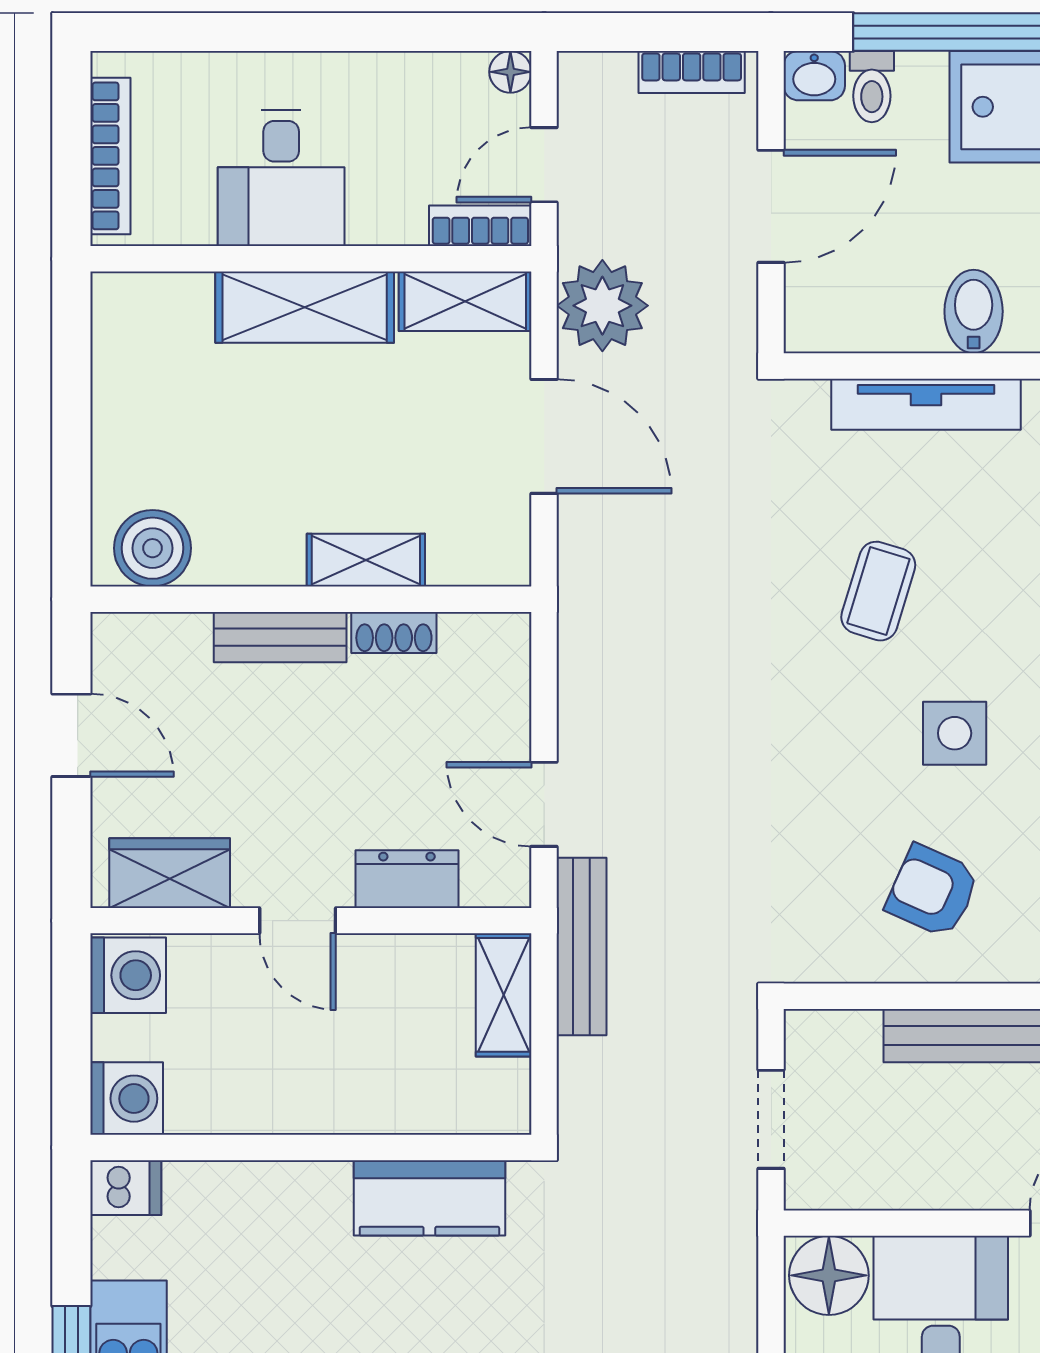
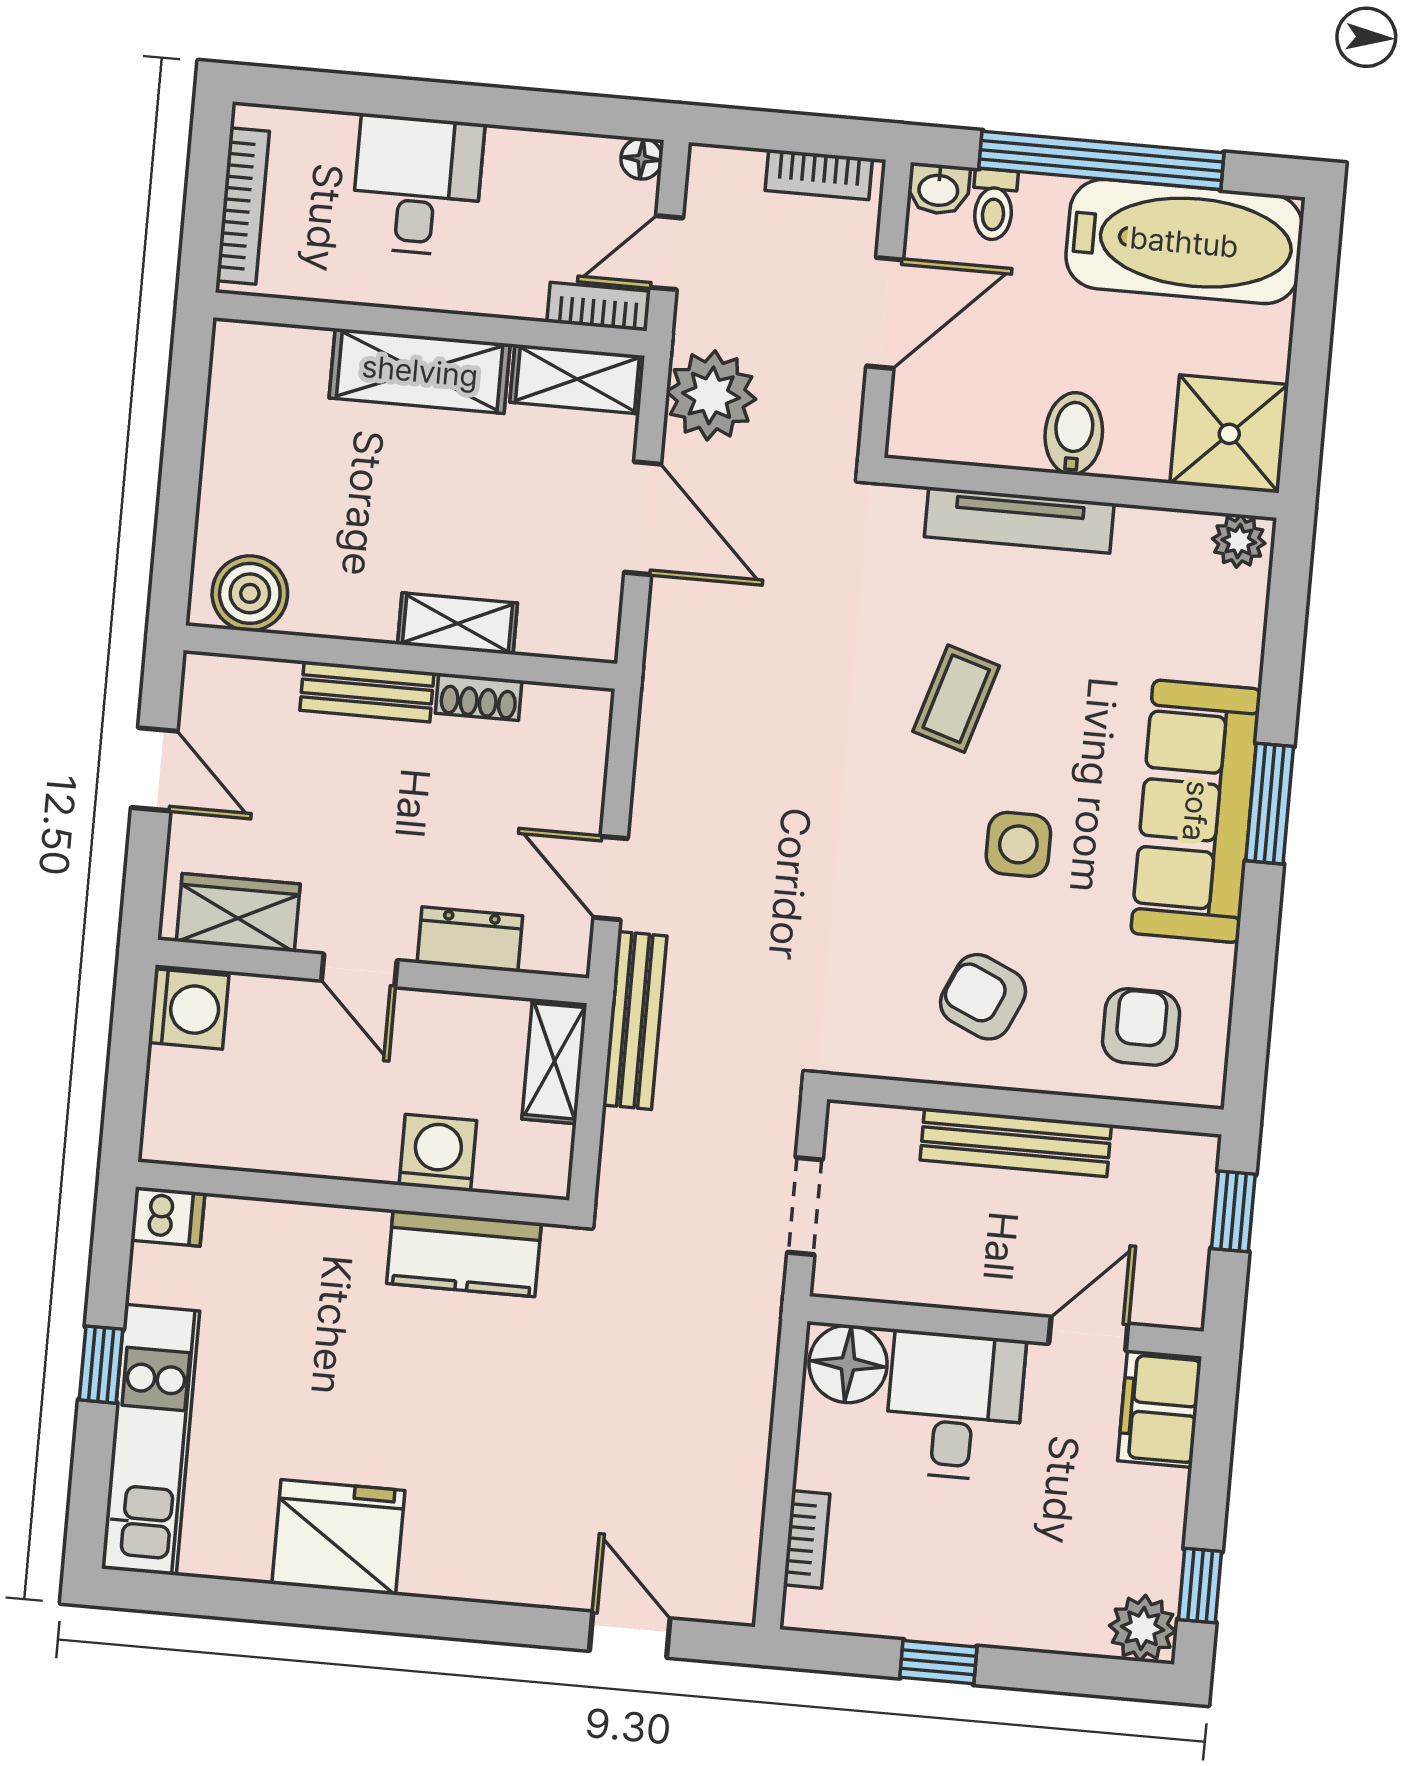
desk: (281, 178) -> (417, 185), moved, turned 180
washing machine: (127, 1099) -> (438, 1153), moved, turned -90

